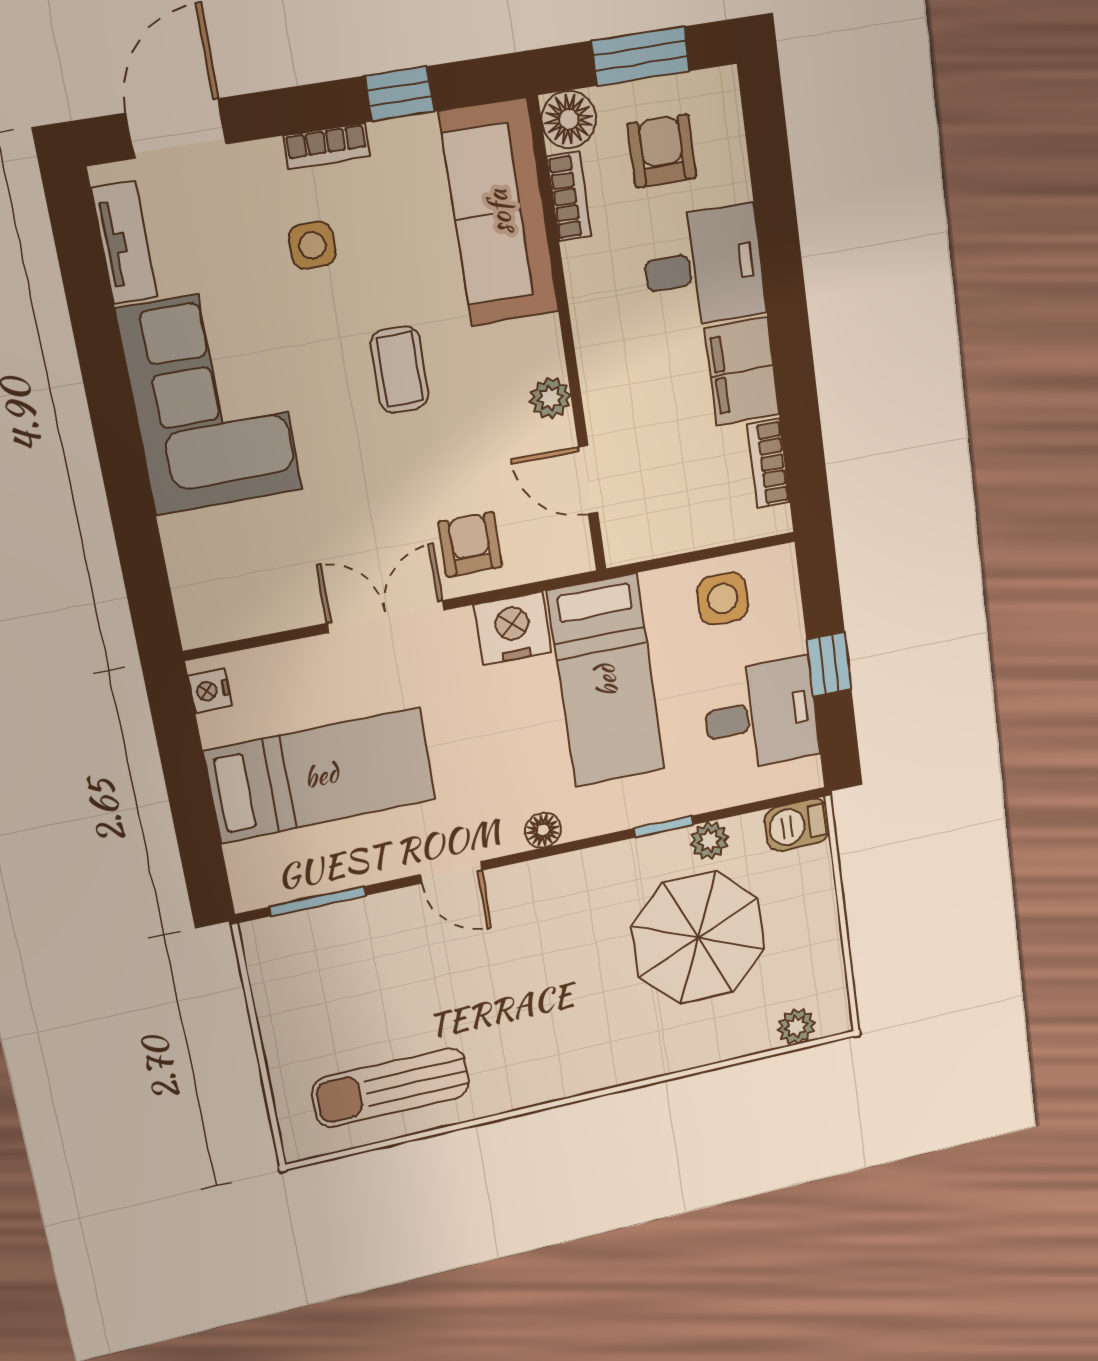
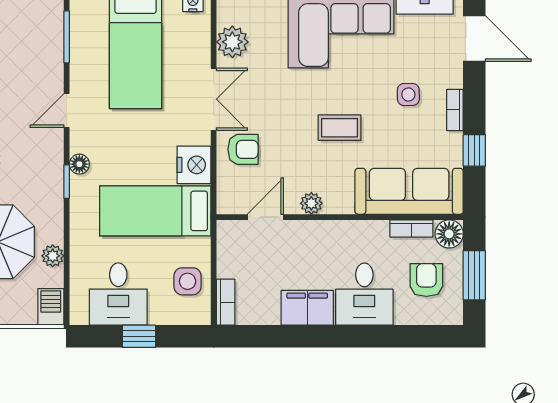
armchair: (662, 151) -> (426, 280), turned -90
bookcase: (769, 463) -> (226, 302), moved, turned 90
plant: (272, 603) -> (232, 42), added
window: (664, 827) -> (67, 182), moved

